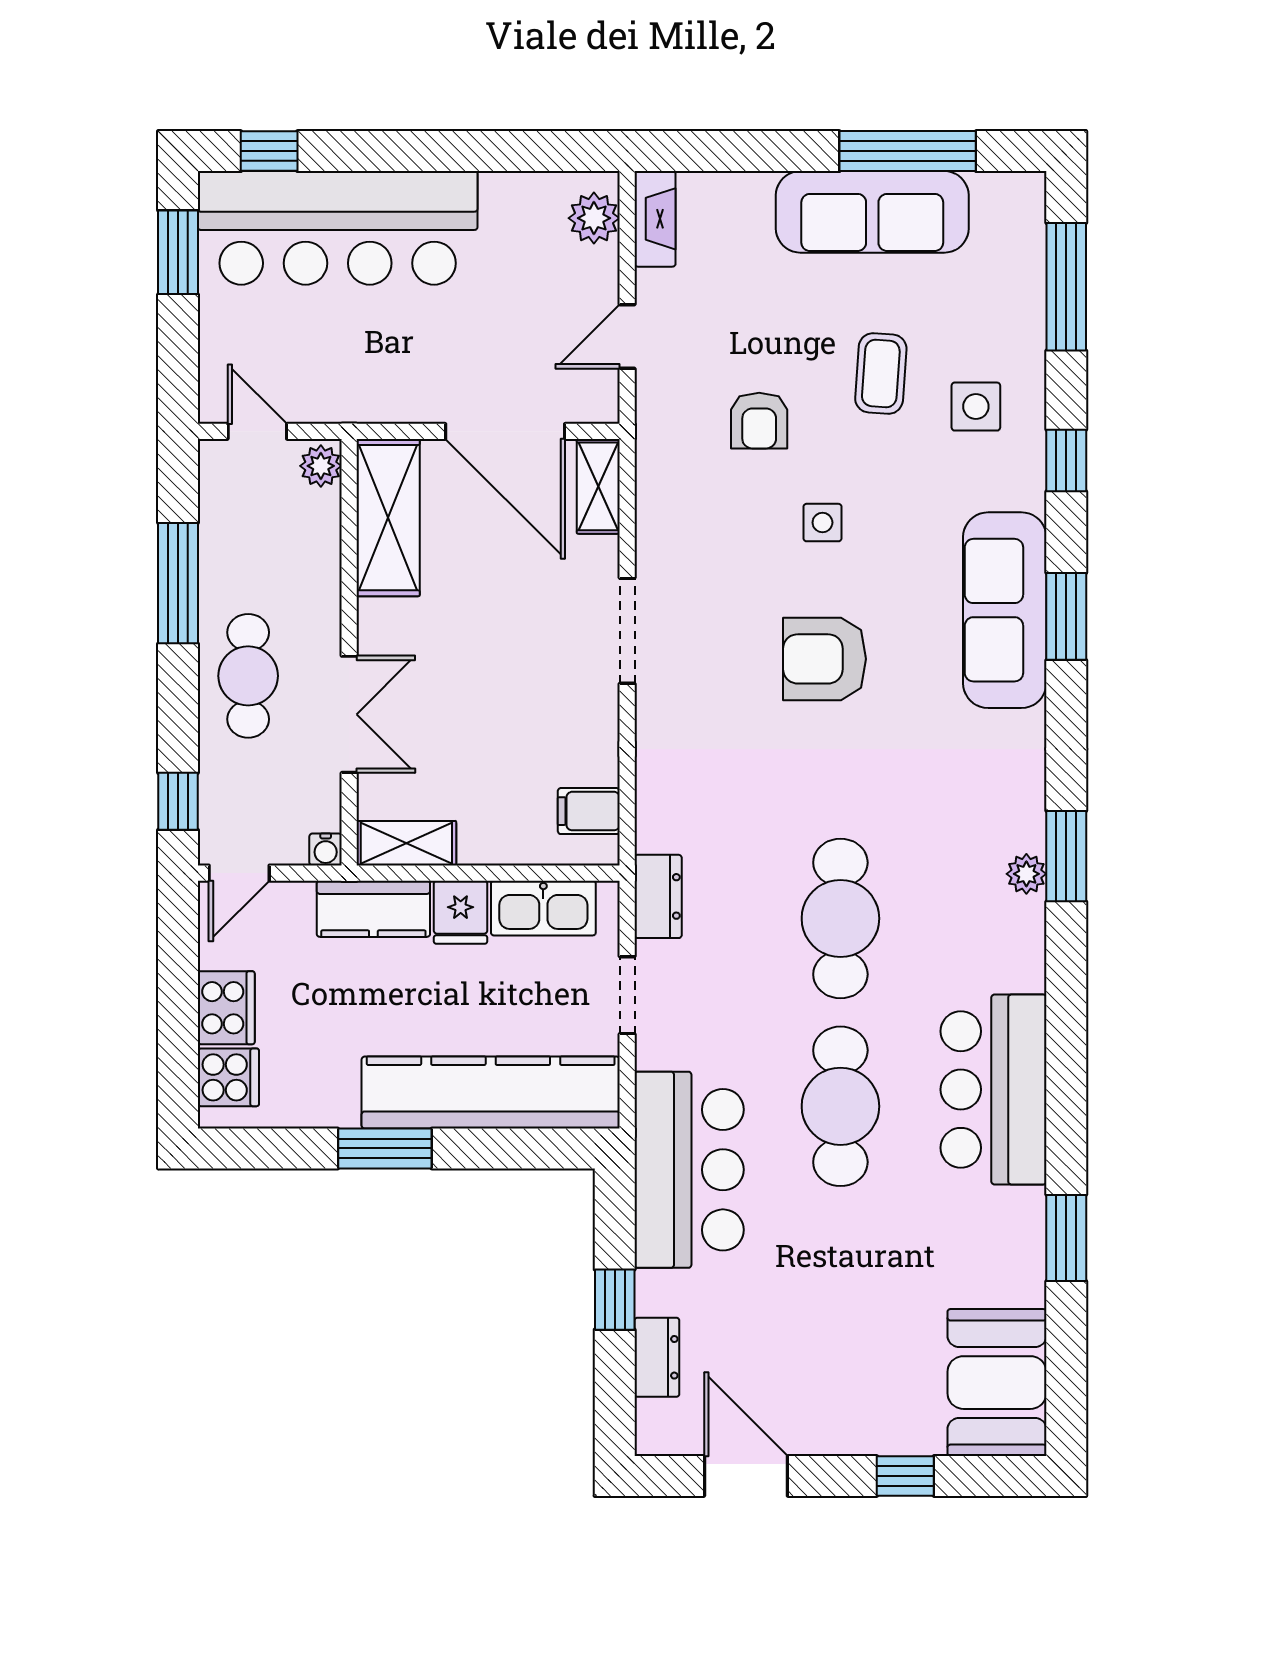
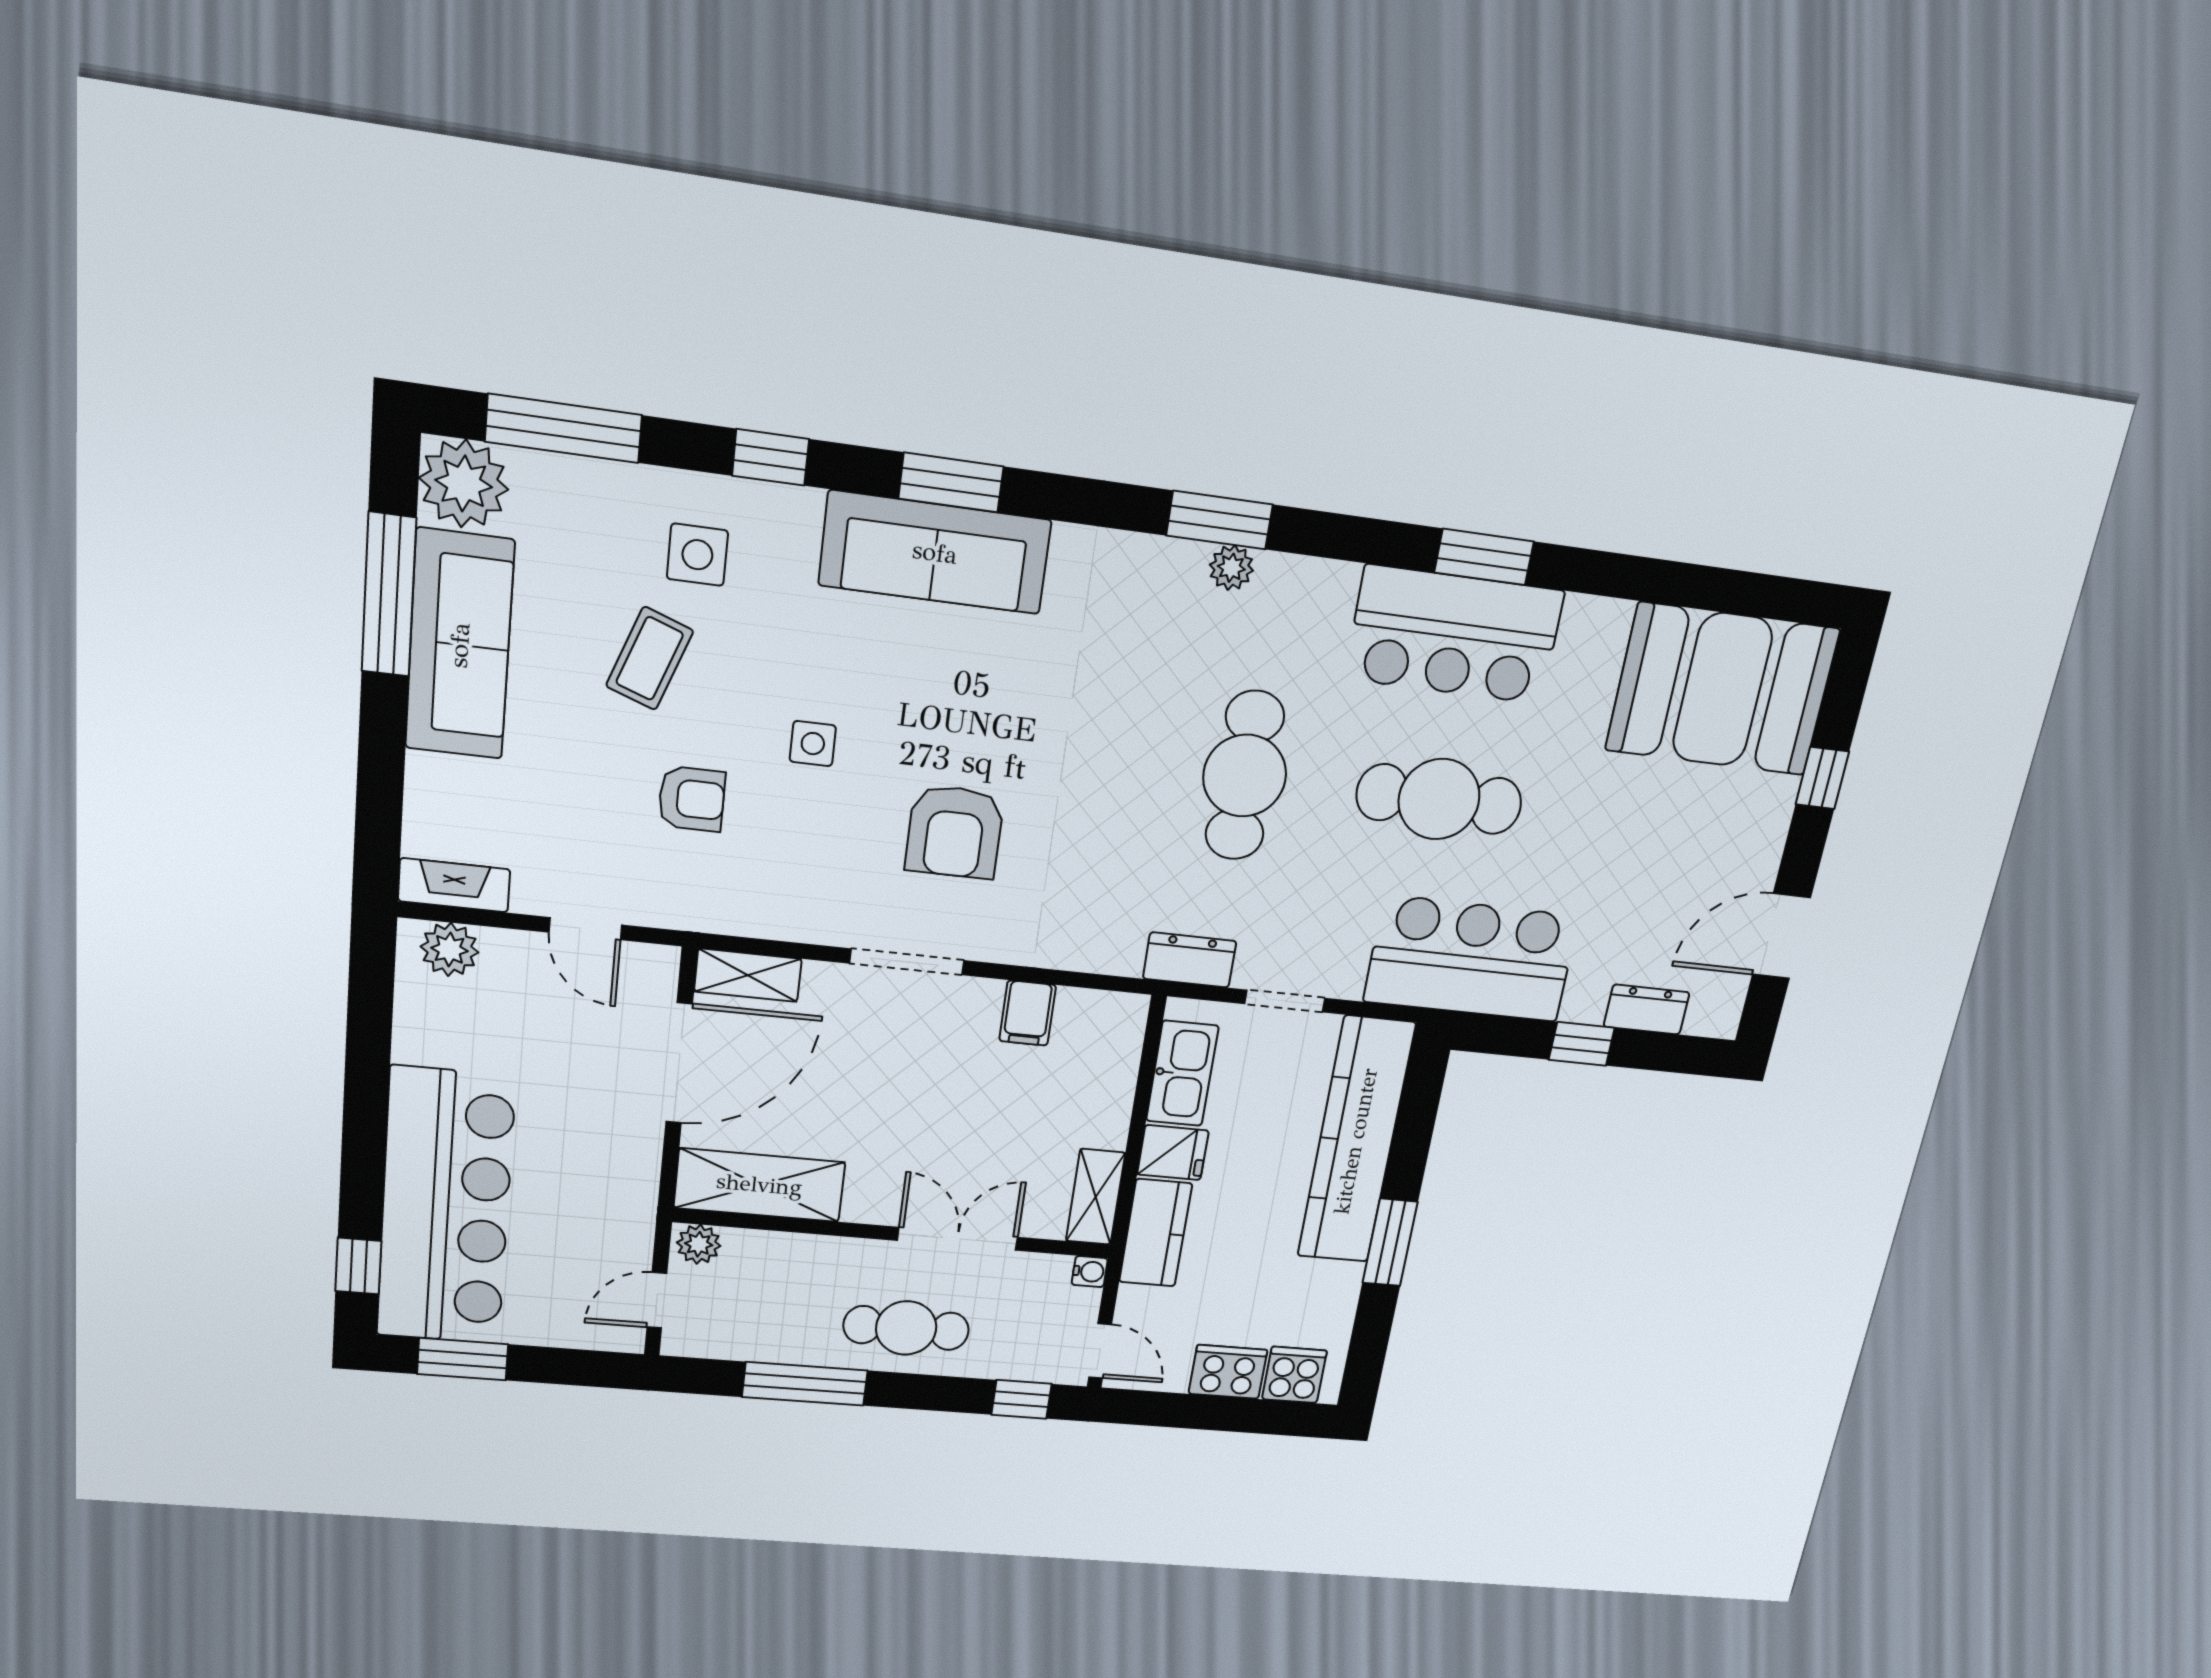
plant: (1010, 208) -> (464, 484), added
coffee table: (881, 374) -> (650, 658), turned -74
armchair: (824, 659) -> (955, 832), moved
filing cabinet: (589, 811) -> (1028, 1013), moved
cafe table: (840, 918) -> (1245, 776), turned 90
window: (1066, 1238) -> (1484, 557), moved
booth: (997, 1383) -> (1722, 690), width x1.36, depth x1.42

